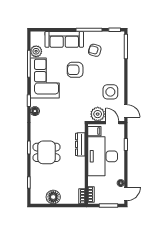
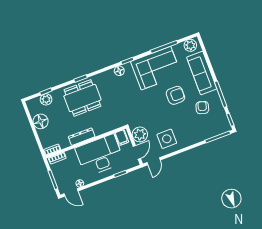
plant: (36, 51) -> (190, 45), moved
armchair: (75, 70) -> (175, 95), turned 90
dresser: (80, 144) -> (82, 137), moved
dining table: (47, 152) -> (82, 98), width x1.38
plant: (36, 185) -> (46, 99), added

